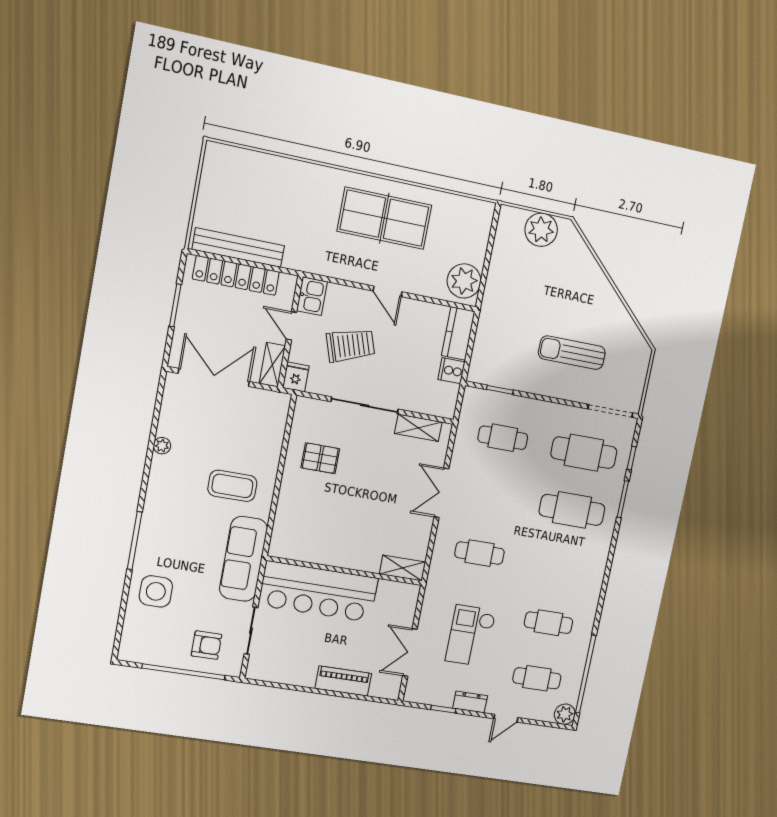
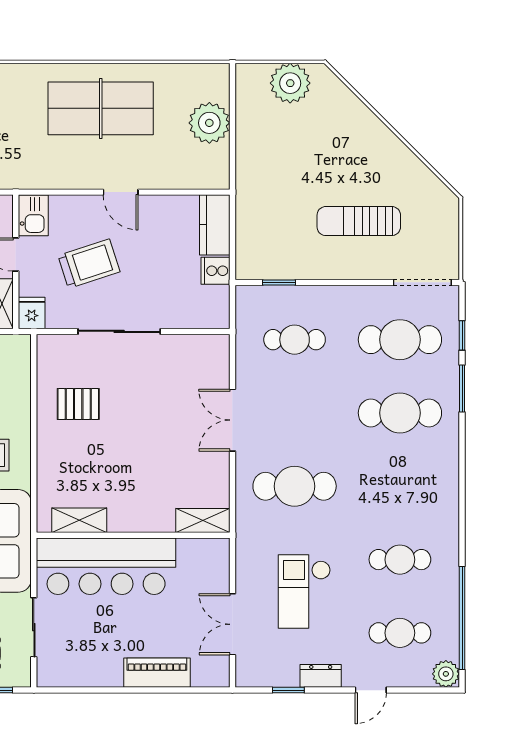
plant: (464, 281) -> (209, 123), moved
shelving: (418, 428) -> (79, 520), moved
cafe table: (480, 553) -> (295, 486), width x1.37, depth x1.35

